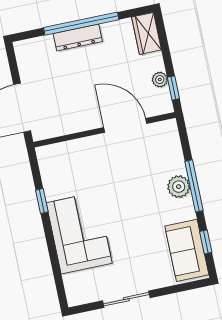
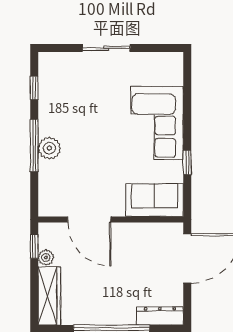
wardrobe: (147, 33) -> (49, 296), width x1.50
dresser: (78, 38) -> (160, 316), moved
sofa: (187, 250) -> (155, 200), moved, turned -90
sliding door: (126, 299) -> (106, 48), moved

